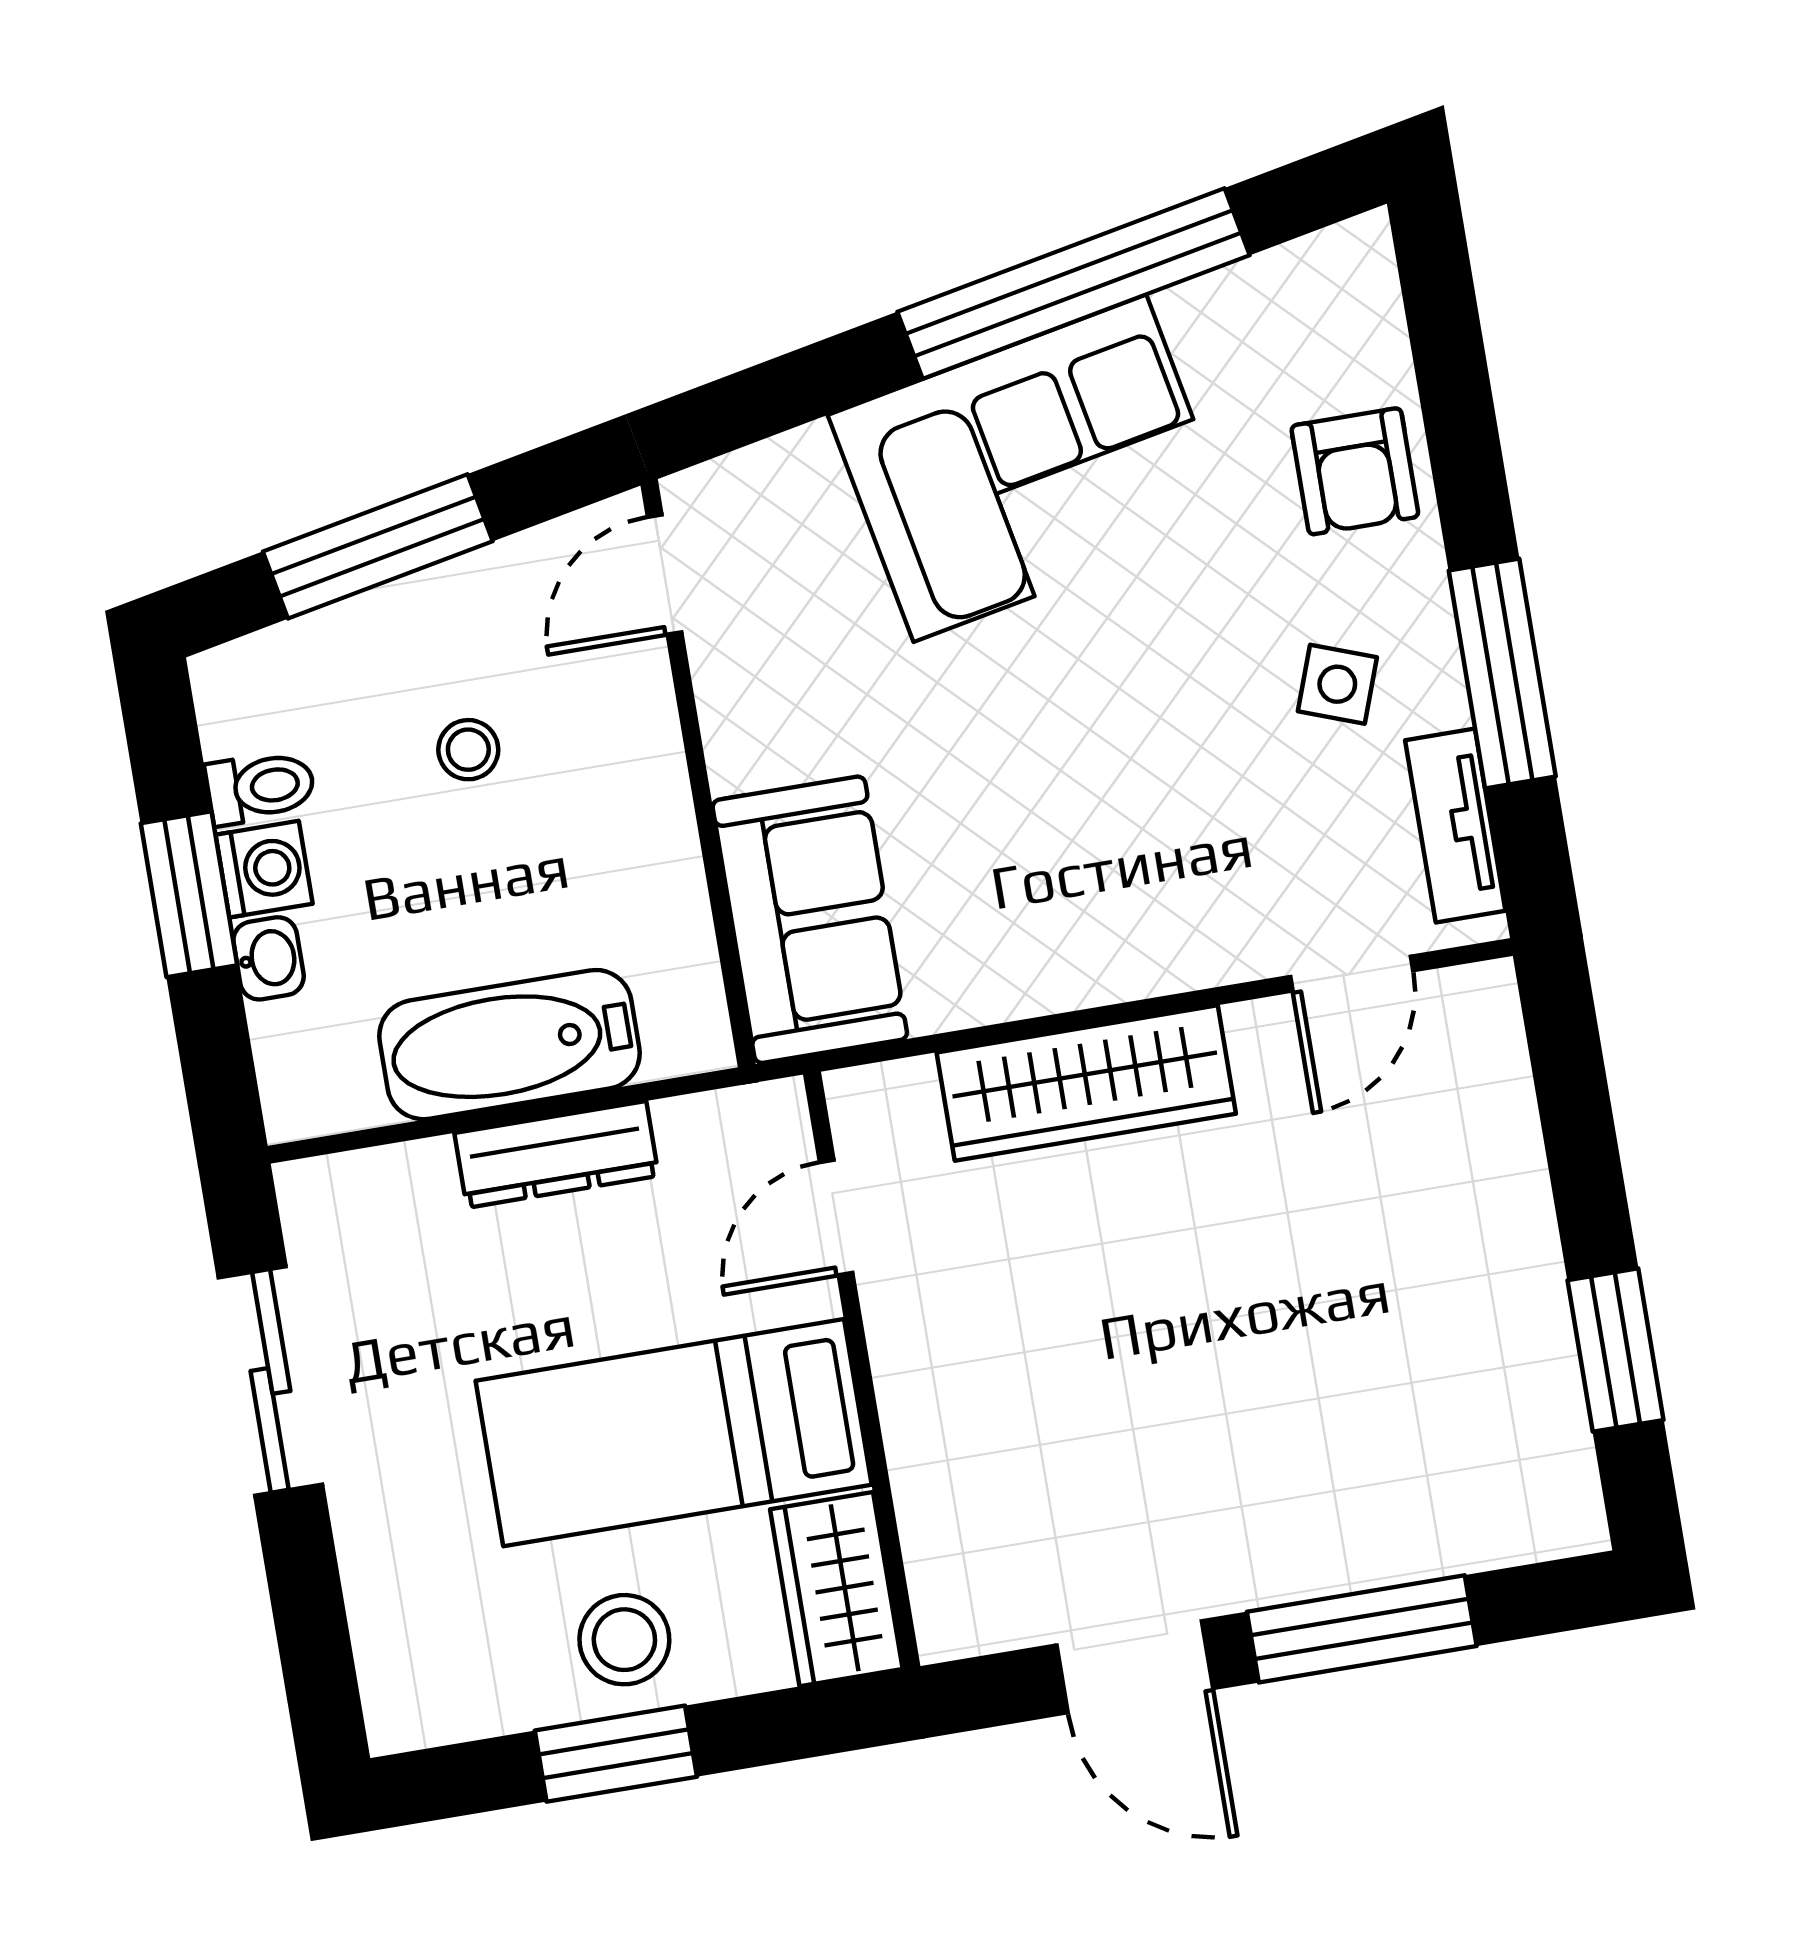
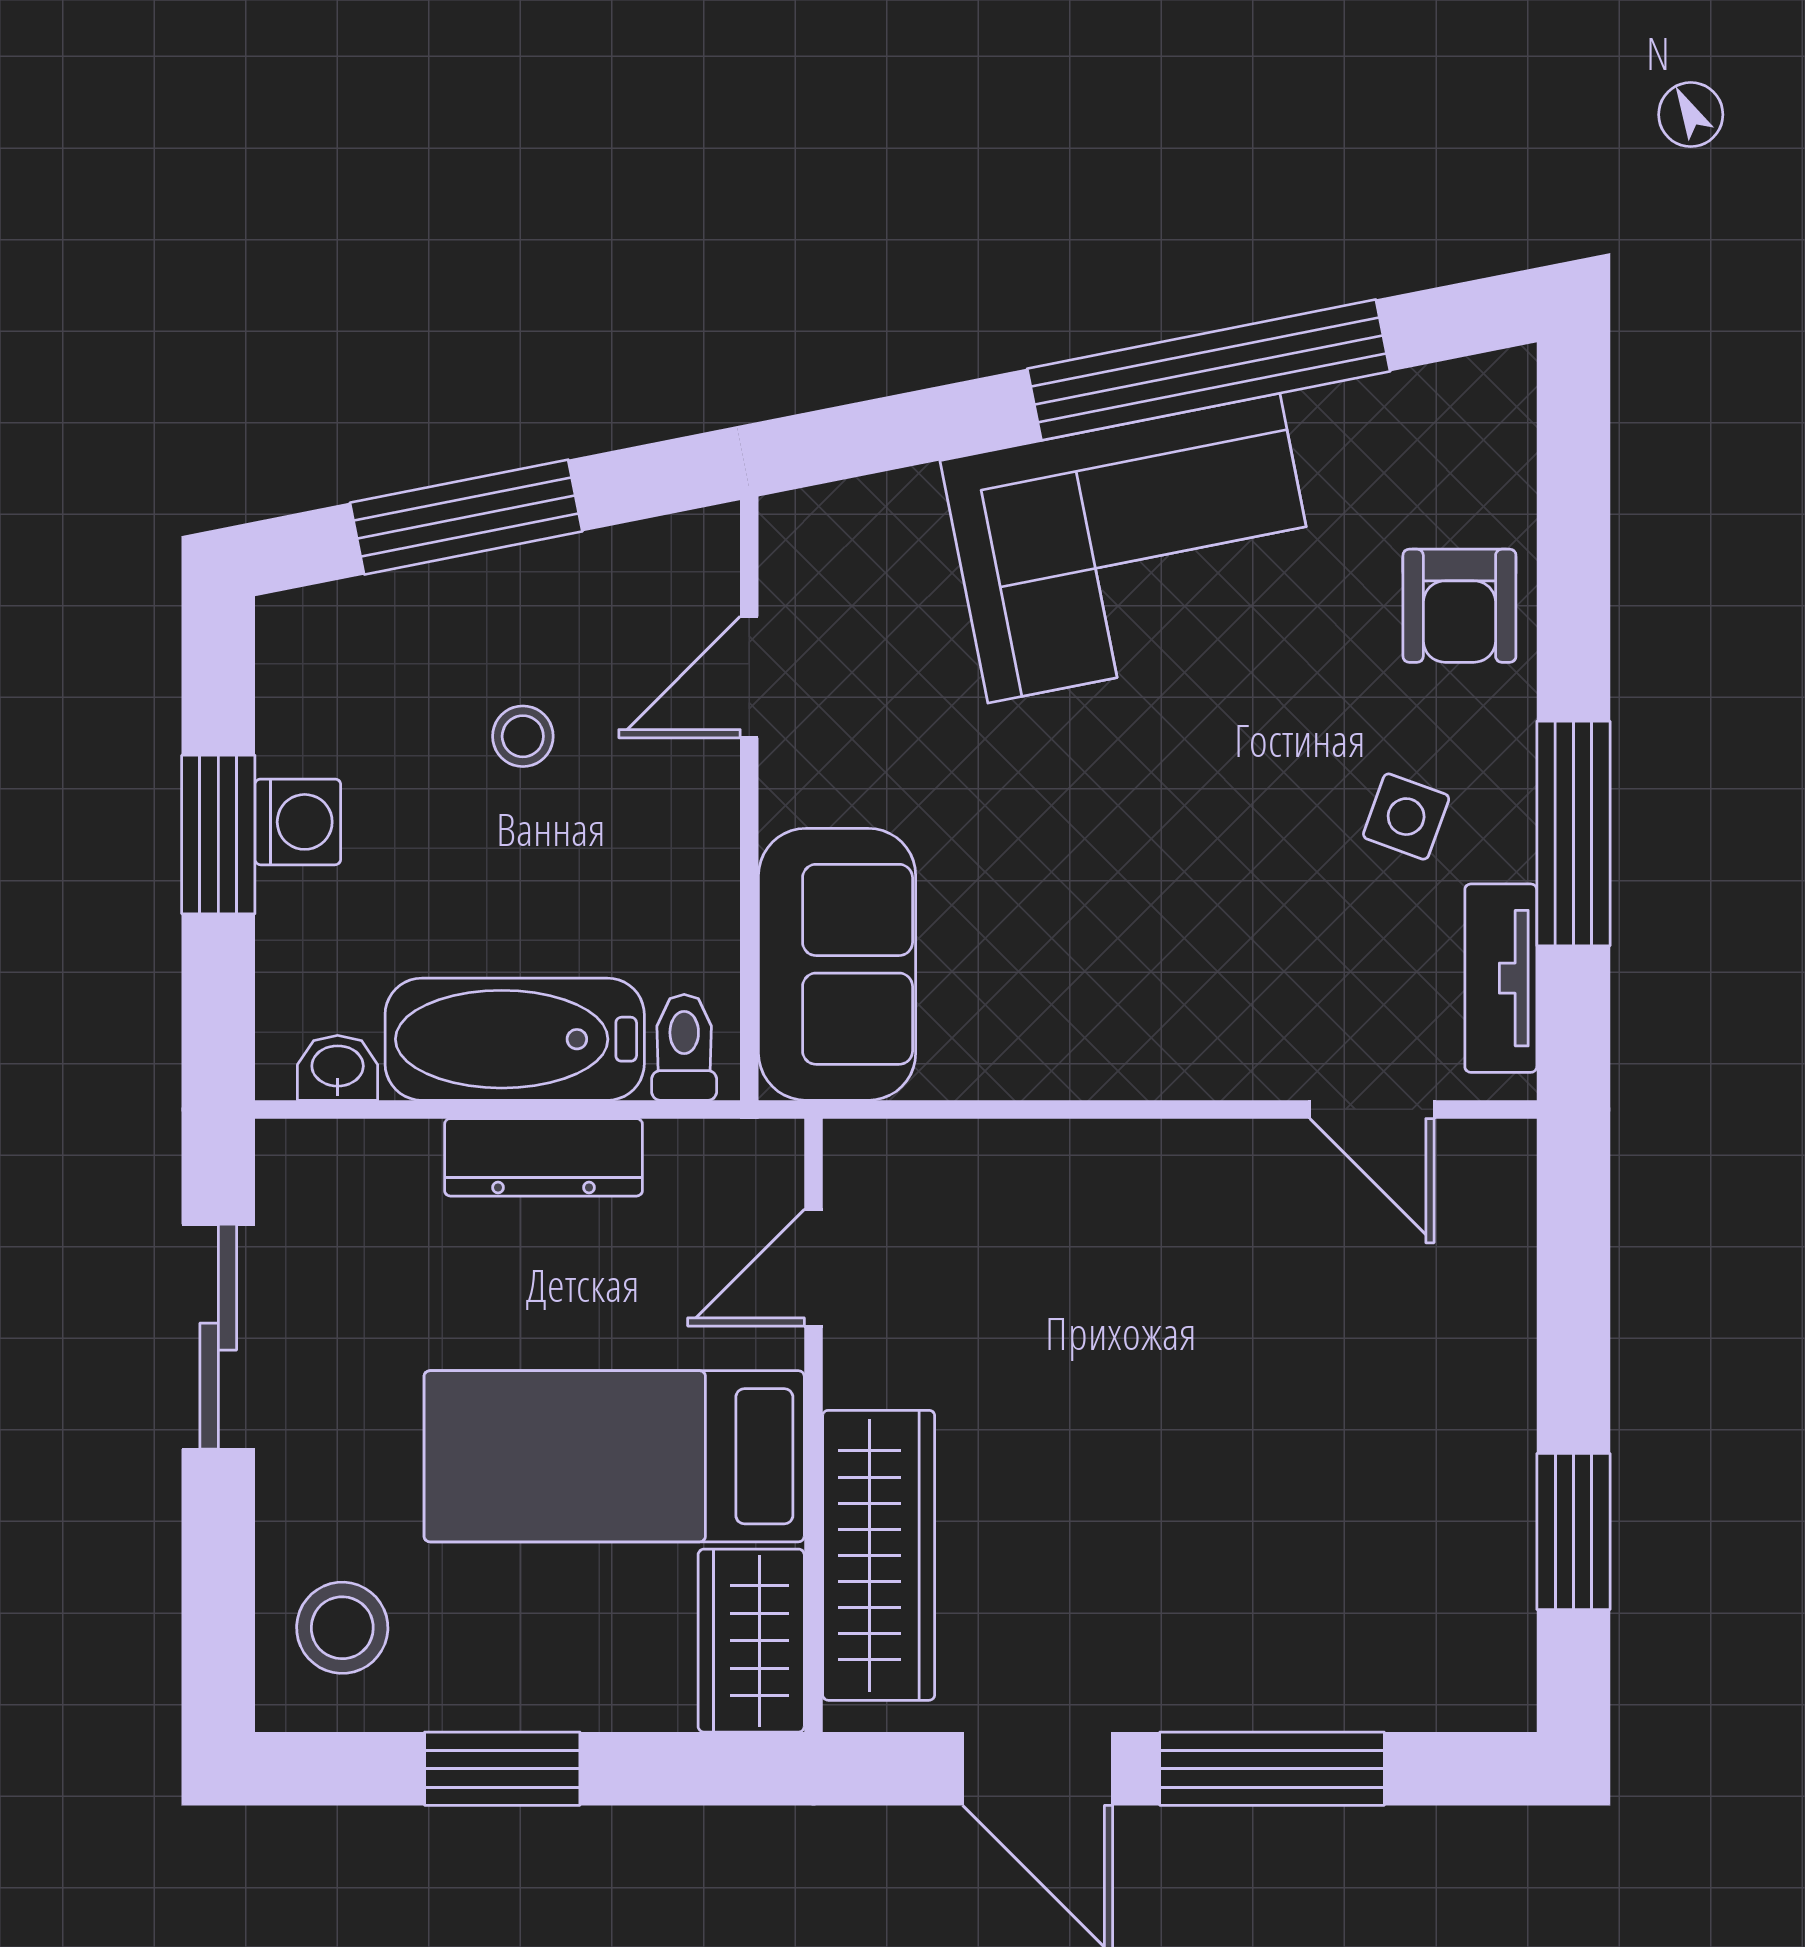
door: (665, 575) -> (749, 677), moved
toilet: (260, 787) -> (684, 1047), moved, turned -90
washbasin: (269, 958) -> (338, 1068), moved, turned -90
door: (1352, 974) -> (1372, 1109), hinge flipped
wardrobe: (1086, 1083) -> (879, 1555), moved, turned -90
stool: (624, 1640) -> (342, 1628), moved

